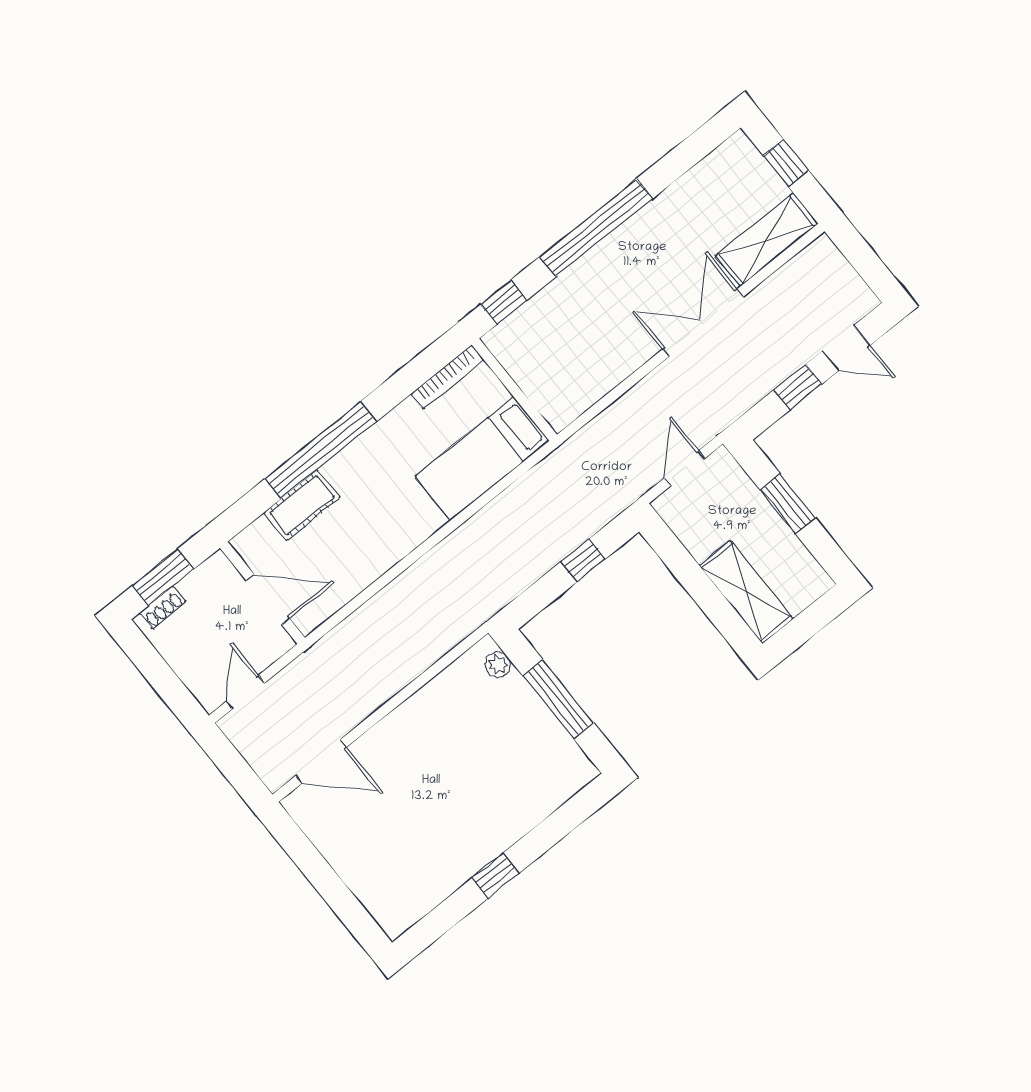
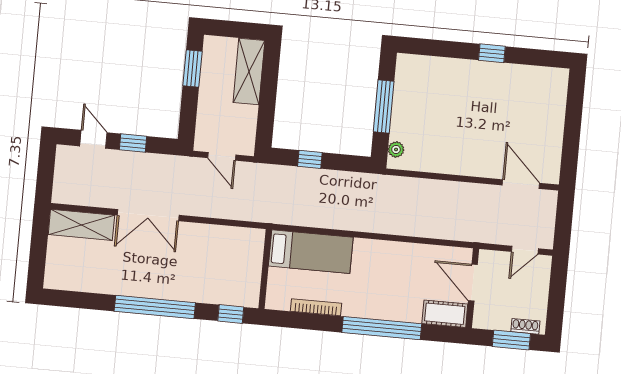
window: (786, 163) -> (38, 252), removed
bookcase: (448, 377) -> (316, 307), moved
door: (685, 468) -> (222, 156), hinge flipped
window: (788, 504) -> (193, 68), moved
cot: (302, 505) -> (445, 314), moved

